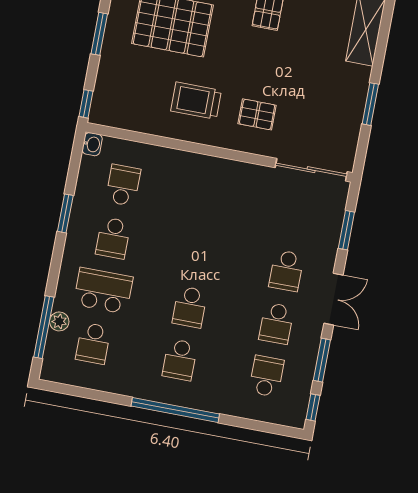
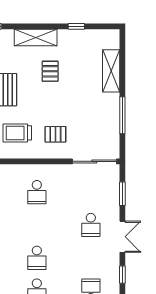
window: (370, 104) -> (122, 115), width x1.44
school desk: (276, 323) -> (37, 192), moved
window: (322, 360) -> (122, 275), width x0.67

